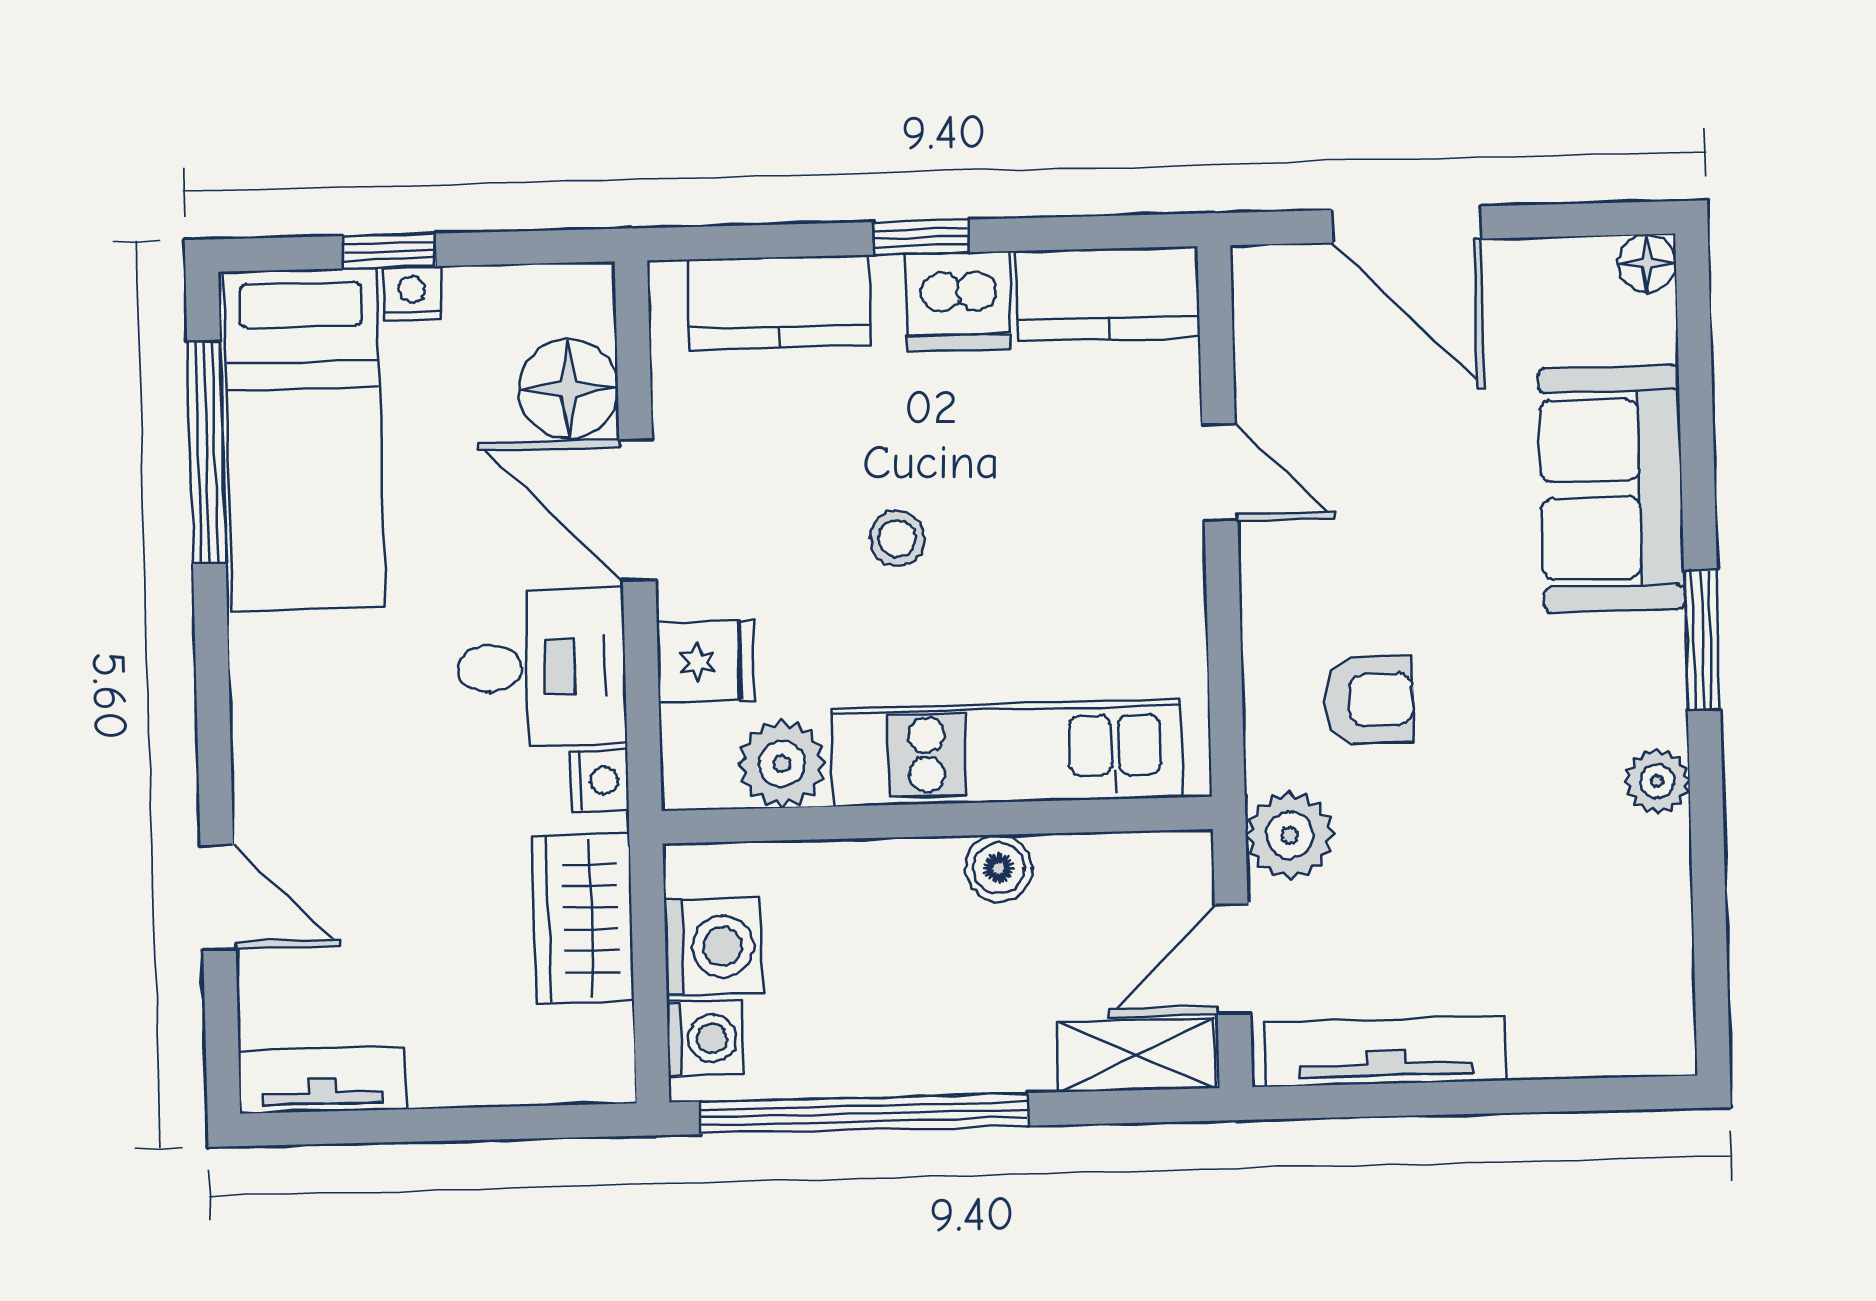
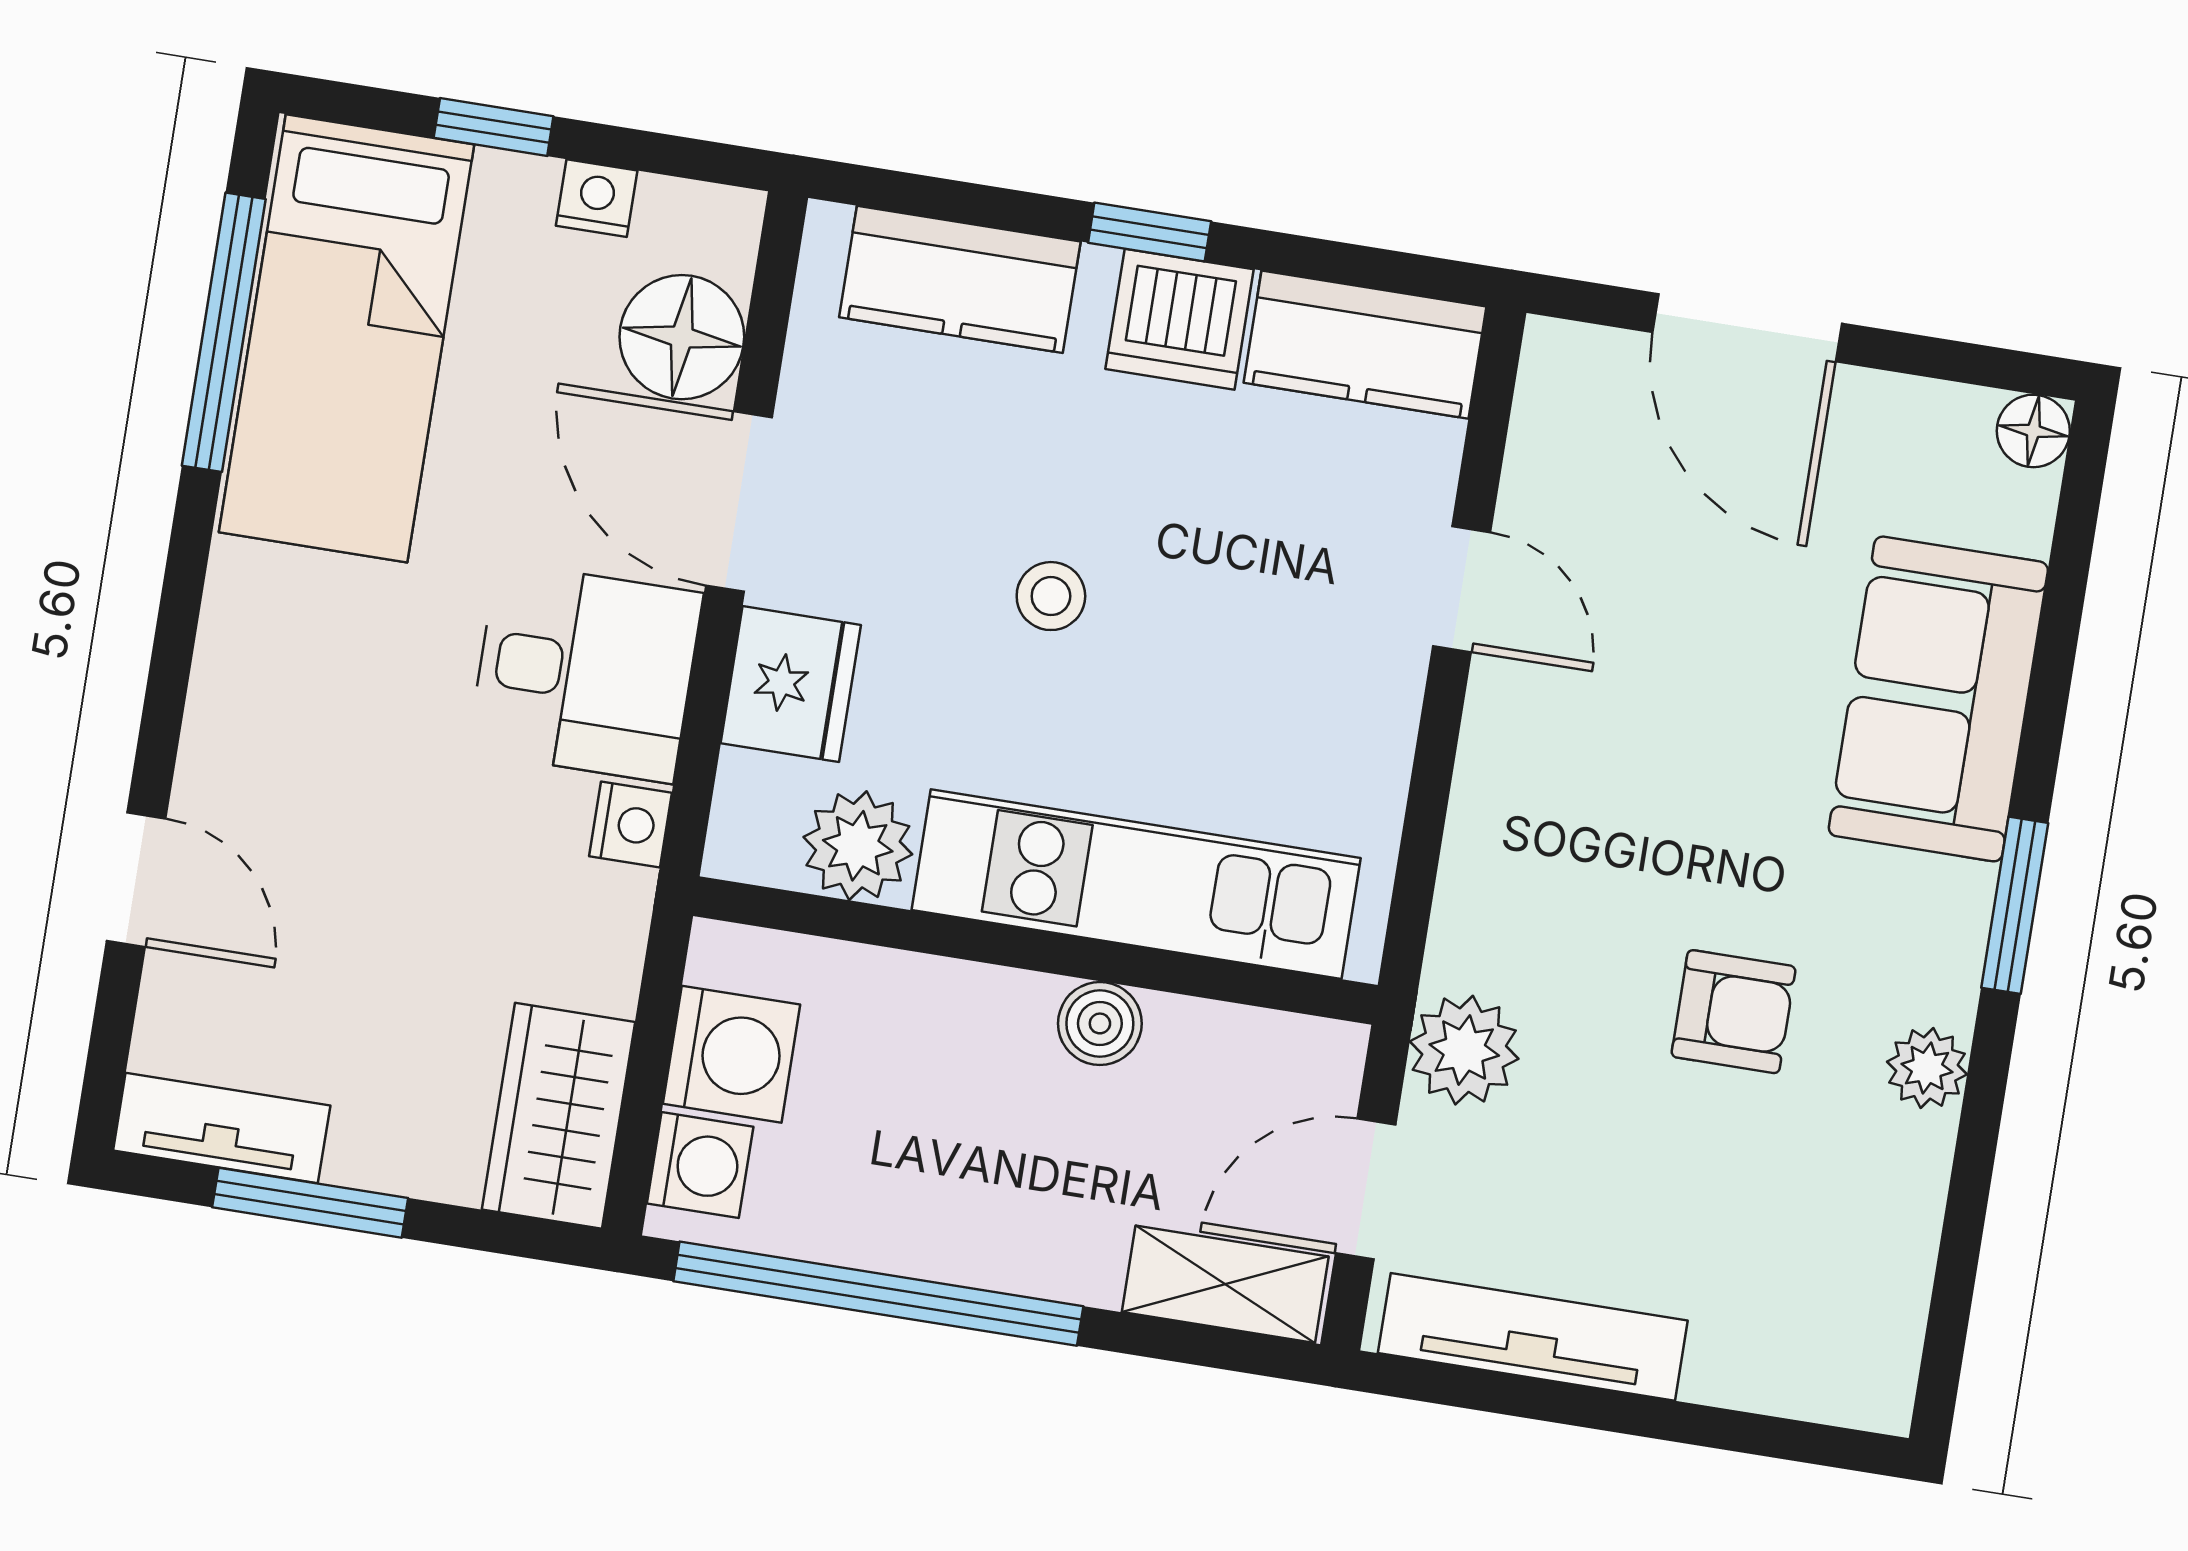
nightstand: (412, 294) -> (597, 198), moved
fridge: (706, 662) -> (791, 684), width x1.38
armchair: (1369, 700) -> (1734, 1012), moved
wardrobe: (583, 919) -> (558, 1116), moved
window: (403, 1126) -> (310, 1203), added

